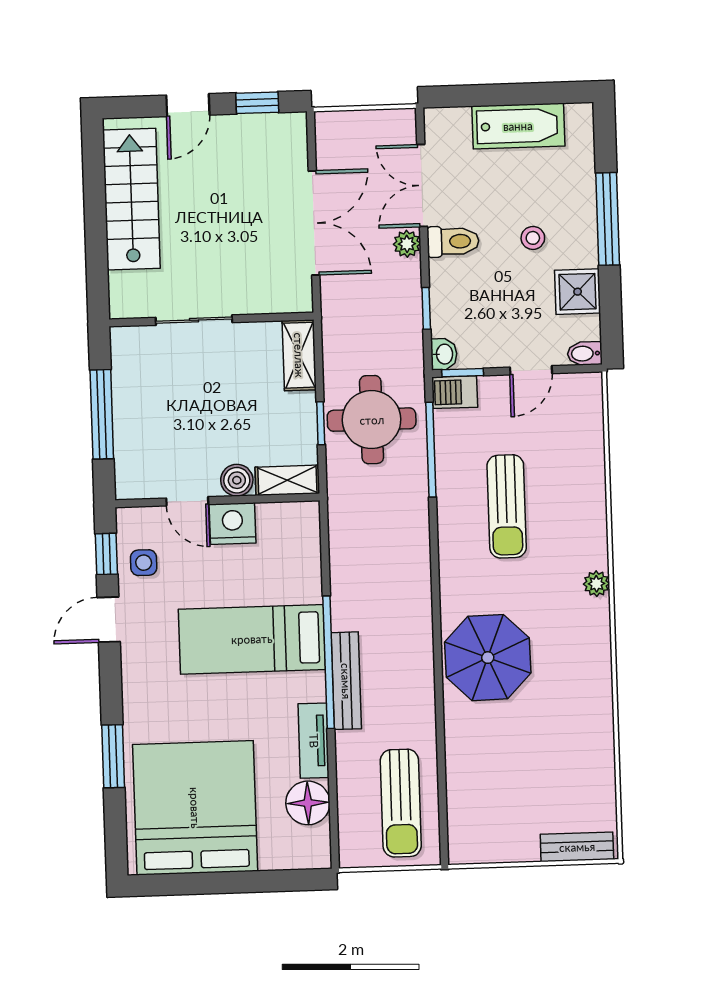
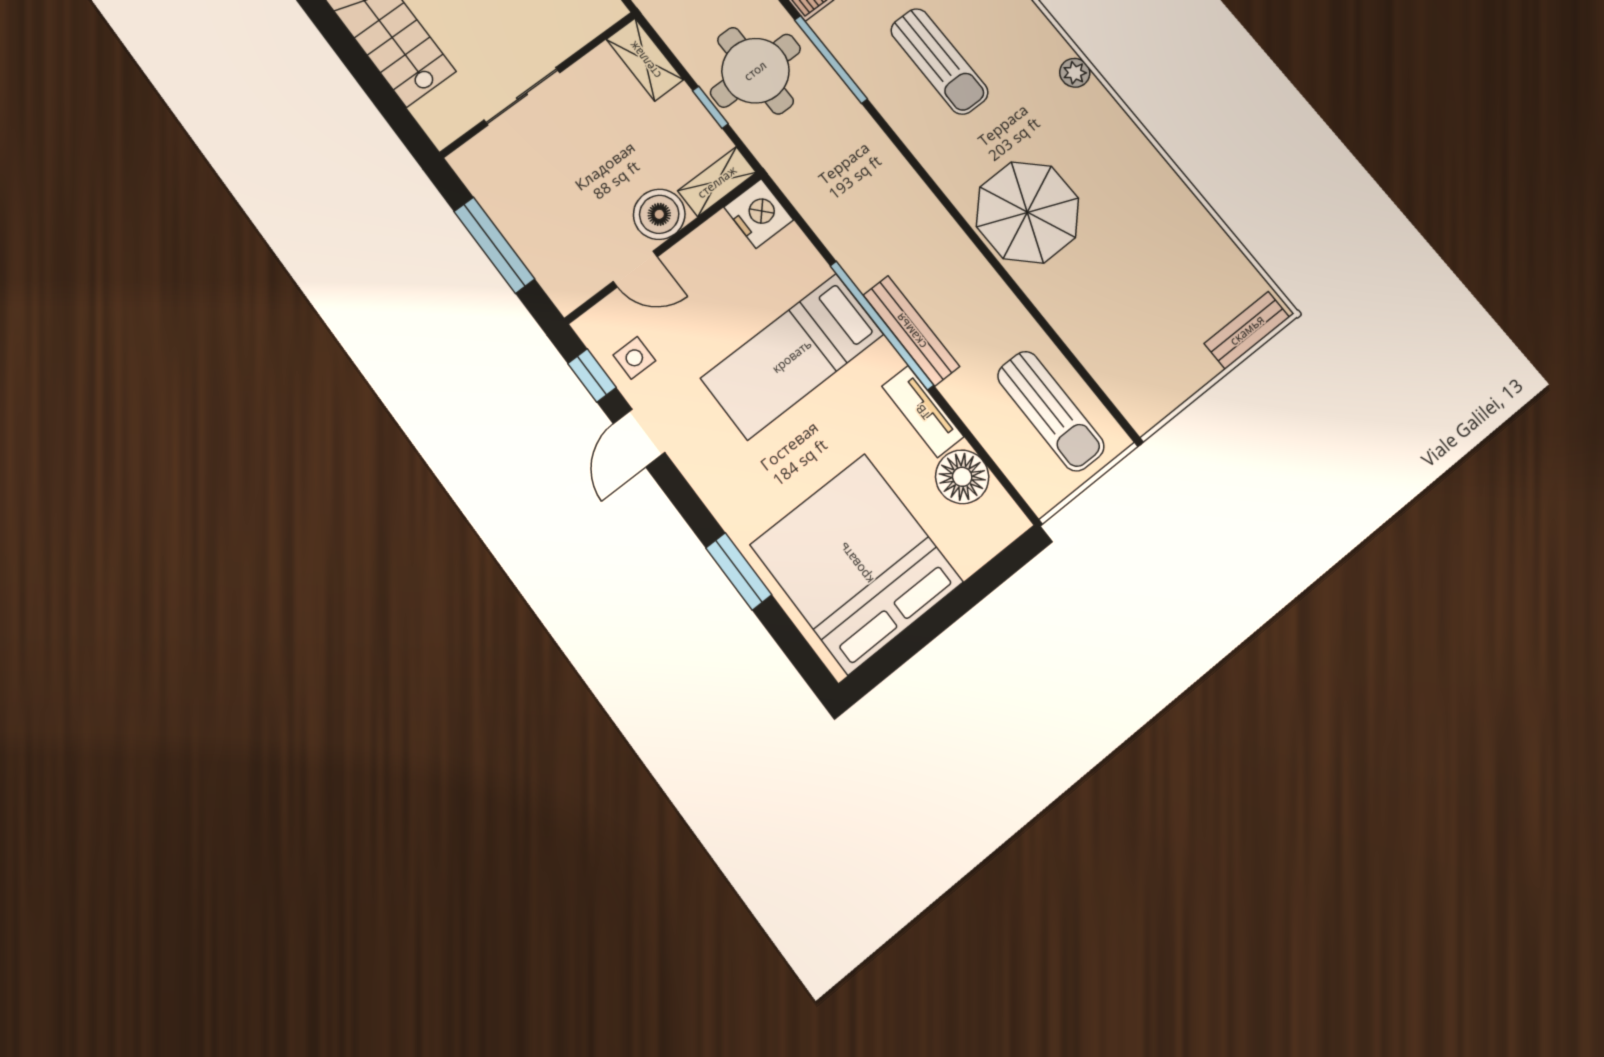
boiler: (237, 480) -> (659, 214), width x1.36, depth x1.36
nightstand: (232, 524) -> (759, 213), moved, turned 90

